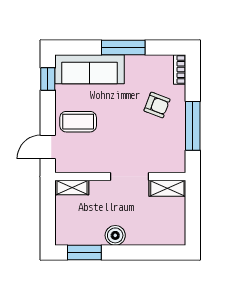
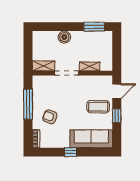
window: (123, 47) -> (70, 152), width x0.46
window: (48, 79) -> (117, 116), moved
shelving: (72, 187) -> (90, 66), moved
boiler: (115, 235) -> (64, 37), moved

